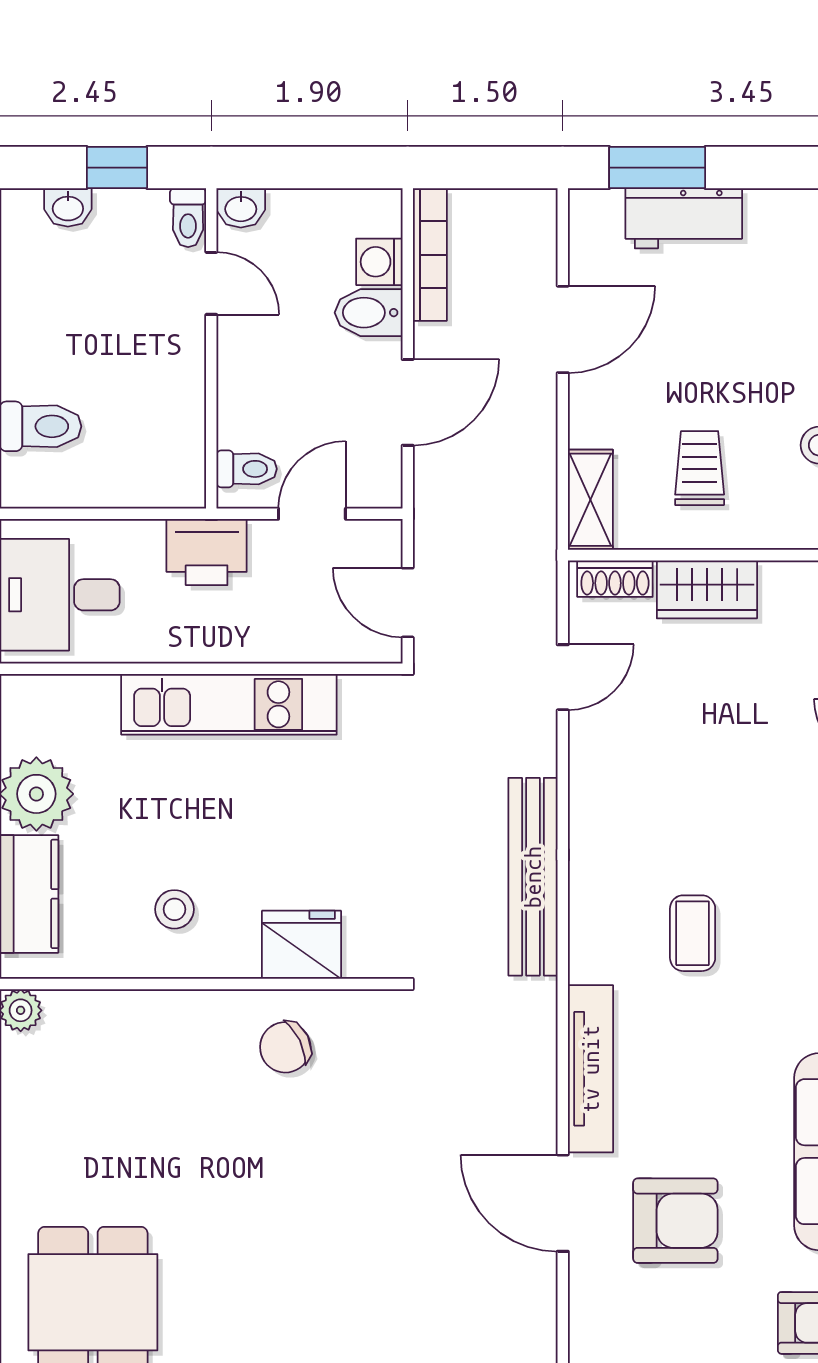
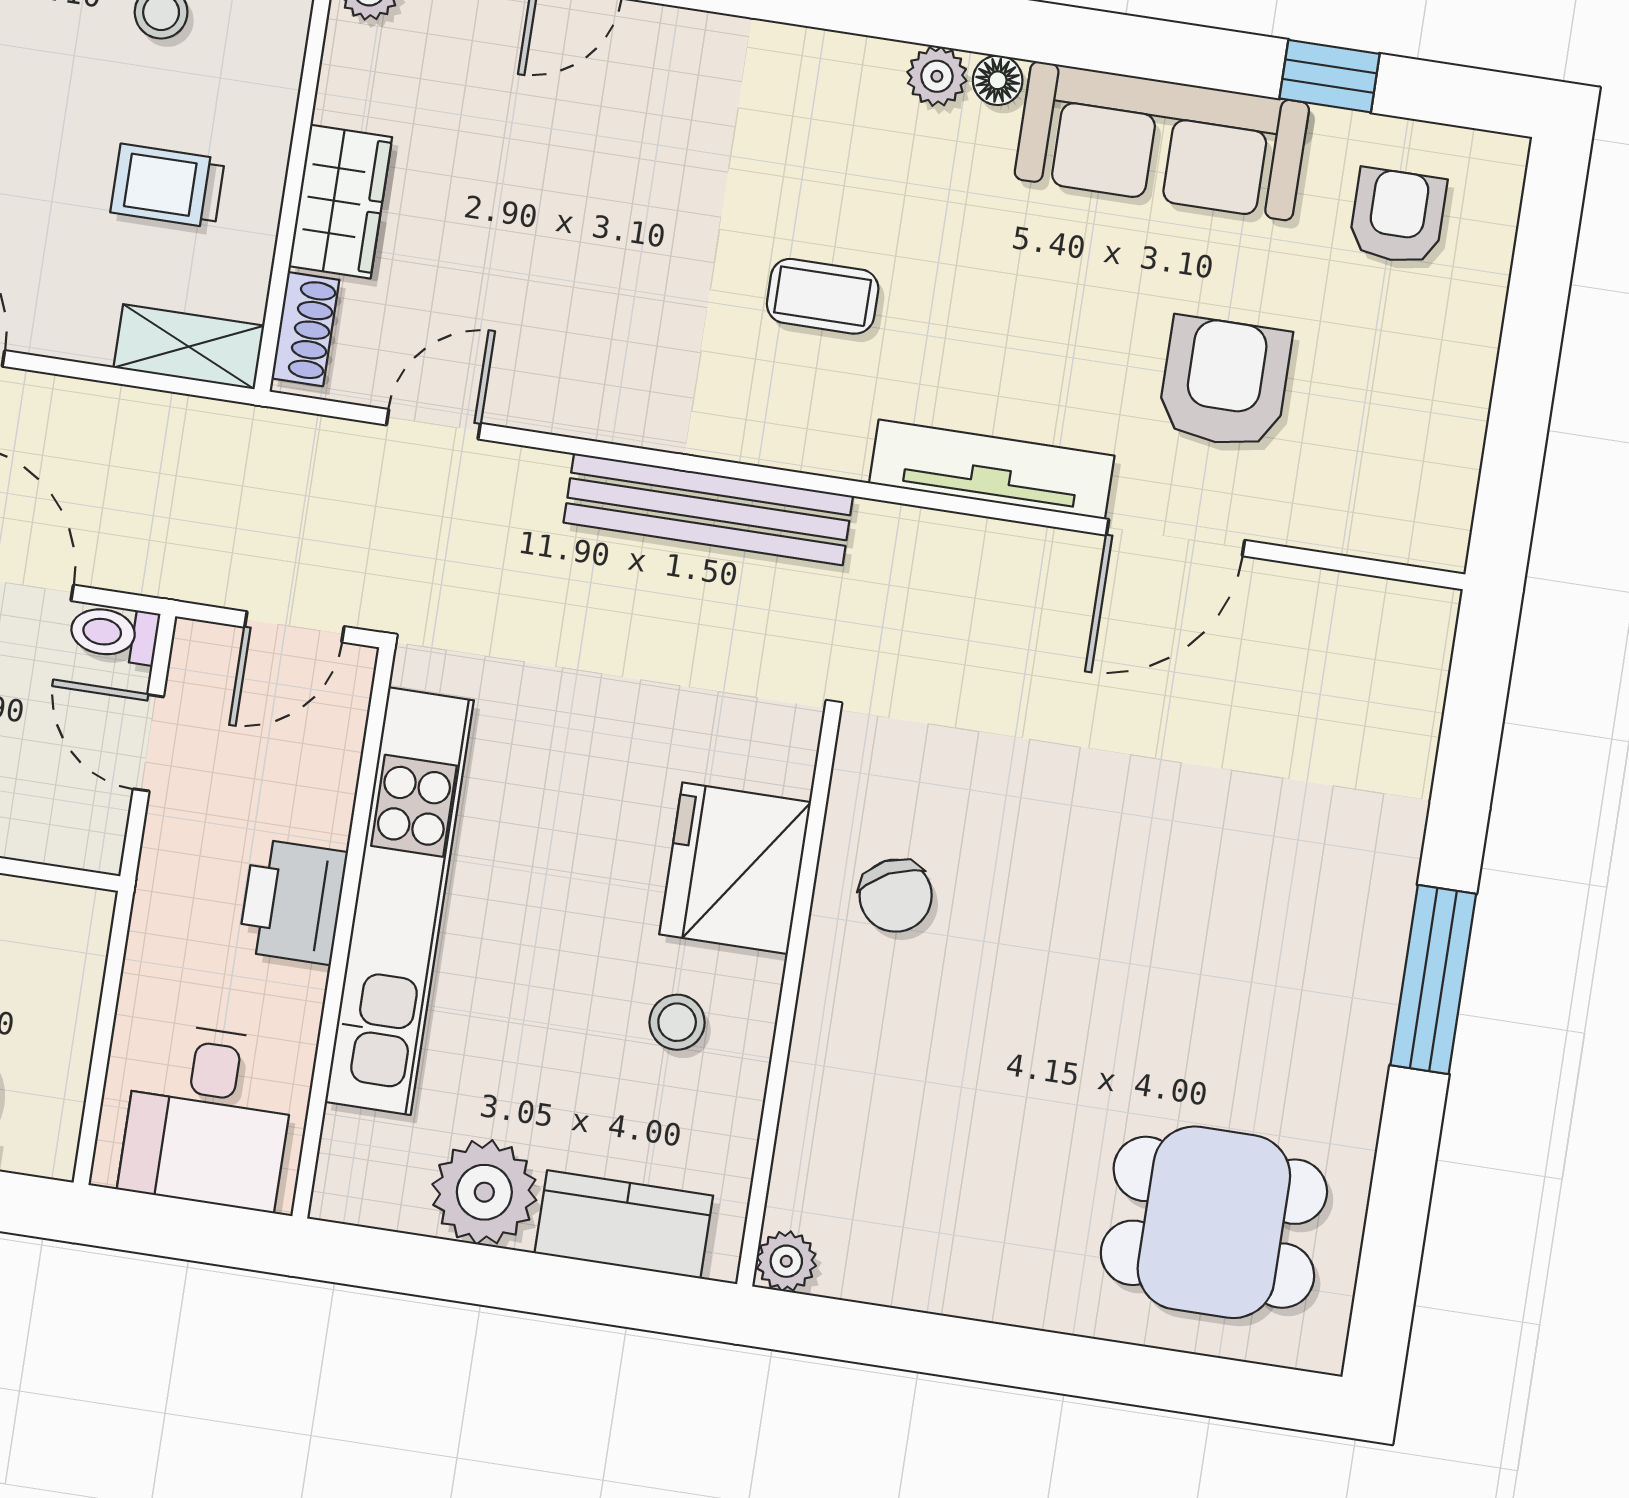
toilet: (247, 469) -> (114, 633), moved, turned -90
printer: (207, 552) -> (293, 902), moved, turned 180
door: (563, 677) -> (433, 424), hinge flipped
kitchen unit: (229, 704) -> (399, 901), width x1.36
fridge: (302, 945) -> (735, 868), width x1.36, depth x1.34

